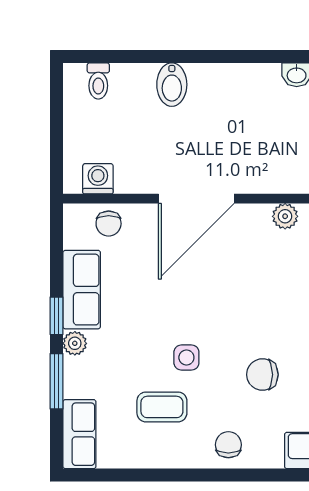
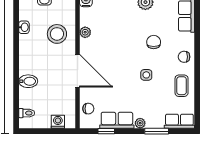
stool: (281, 151) -> (57, 34), added
washing machine: (98, 179) -> (58, 122), moved, turned 90
window: (56, 316) -> (106, 131), moved
chair: (262, 375) -> (154, 42), turned 180
coffee table: (162, 407) -> (182, 86), moved

